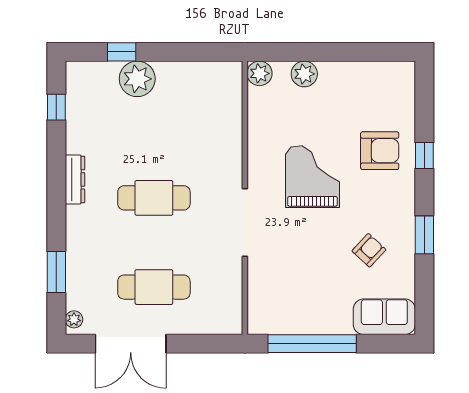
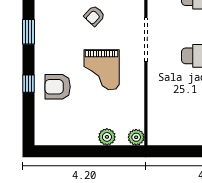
armchair: (369, 250) -> (94, 16), moved

